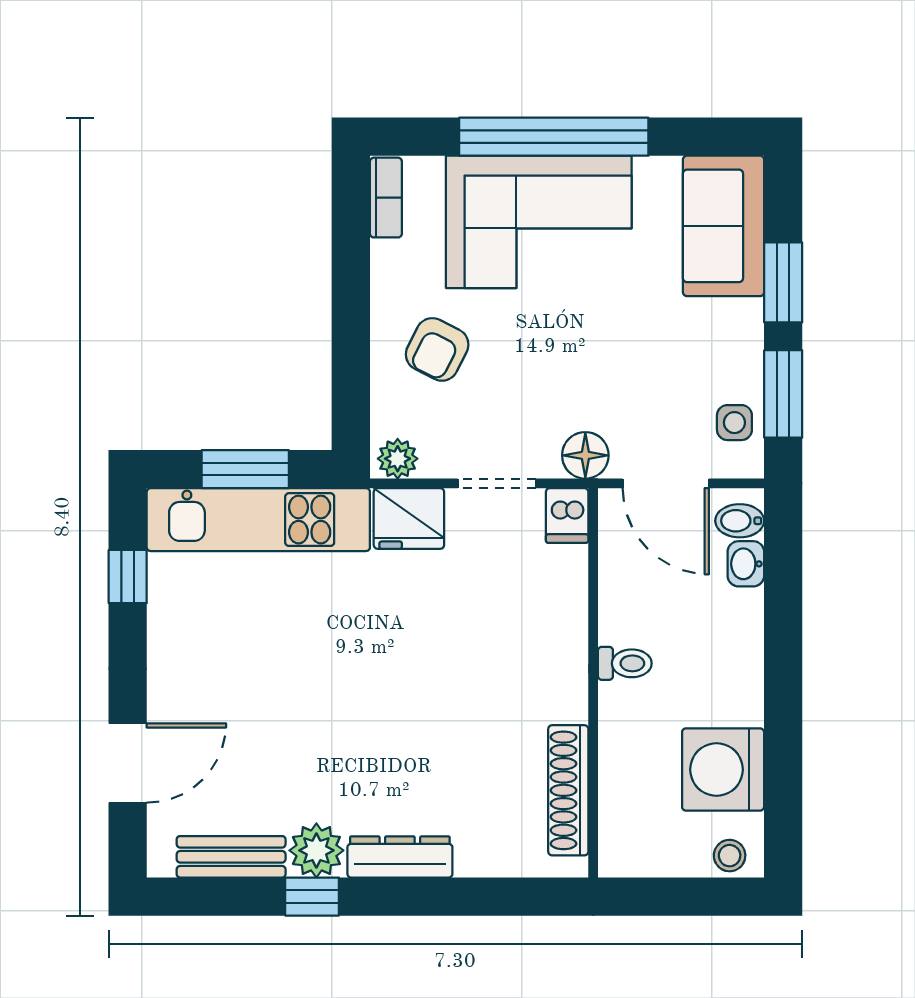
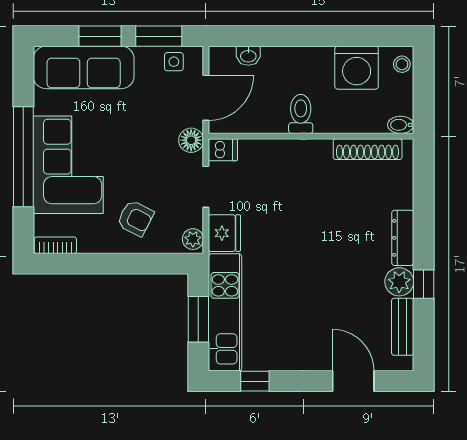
sofa: (724, 226) -> (84, 67), width x1.36
bidet: (740, 521) -> (401, 125), moved, turned 90
toilet: (625, 663) -> (301, 114), width x1.37, depth x1.39

